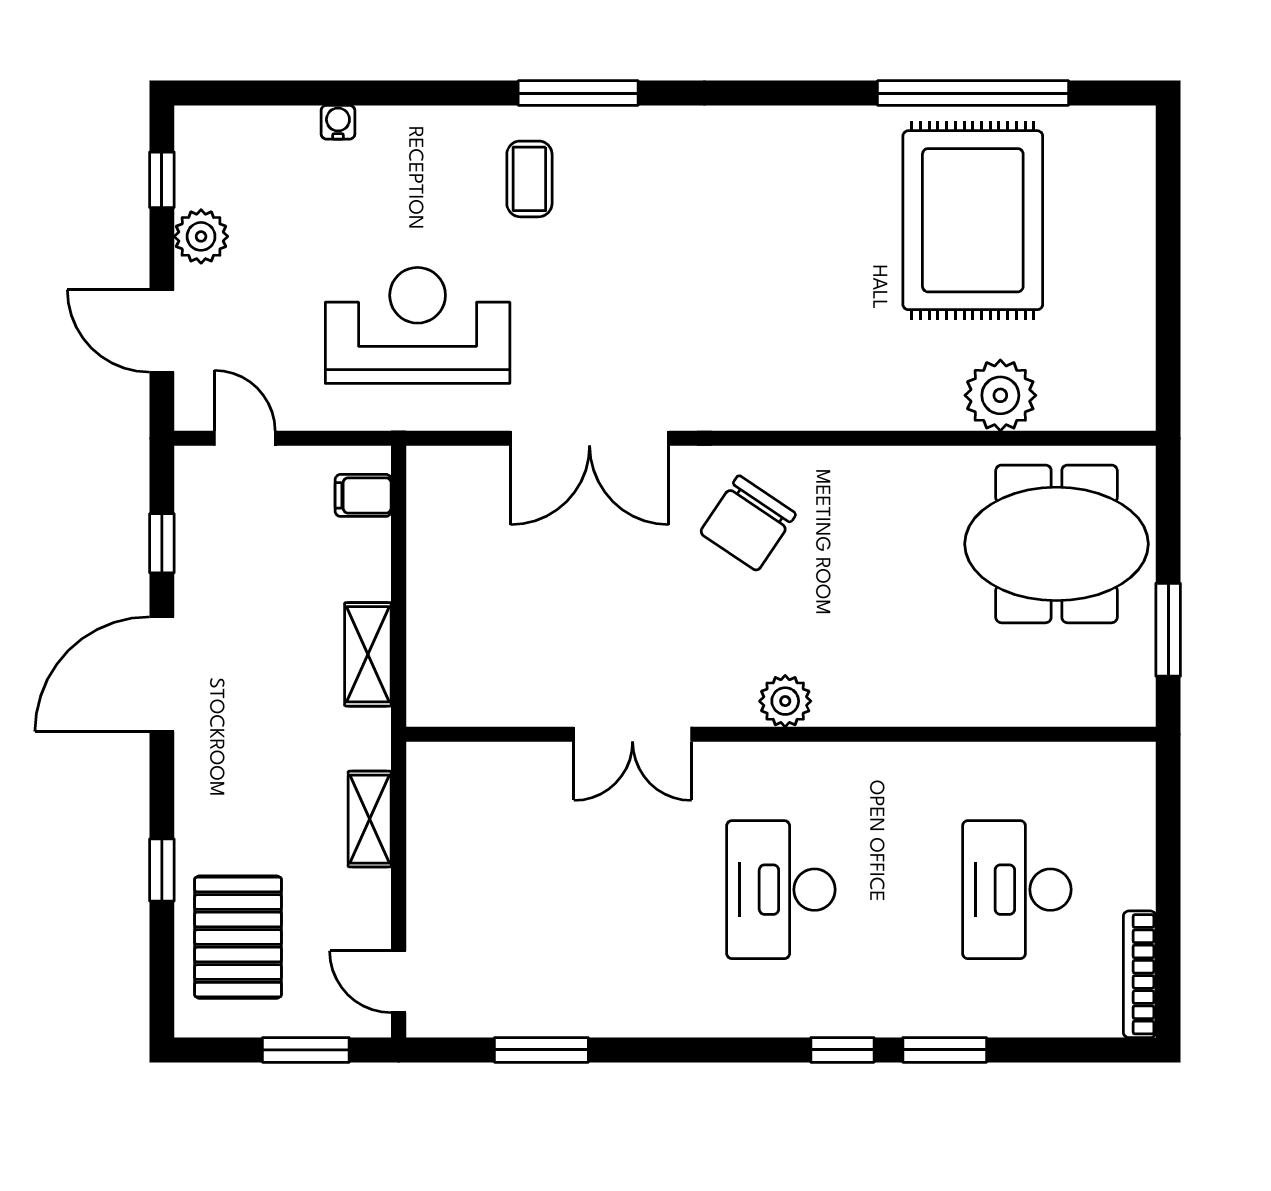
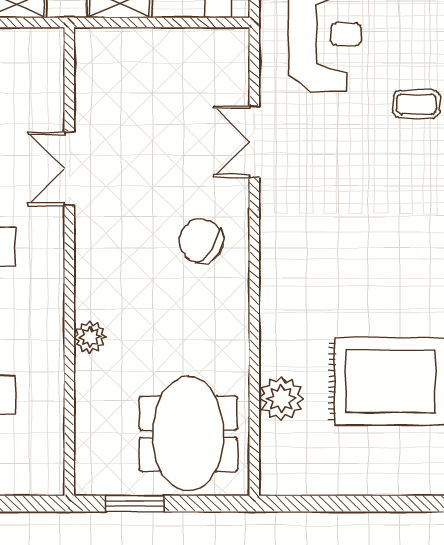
double door: (590, 438) -> (254, 142), width x0.73
plant: (785, 701) -> (90, 337), moved

